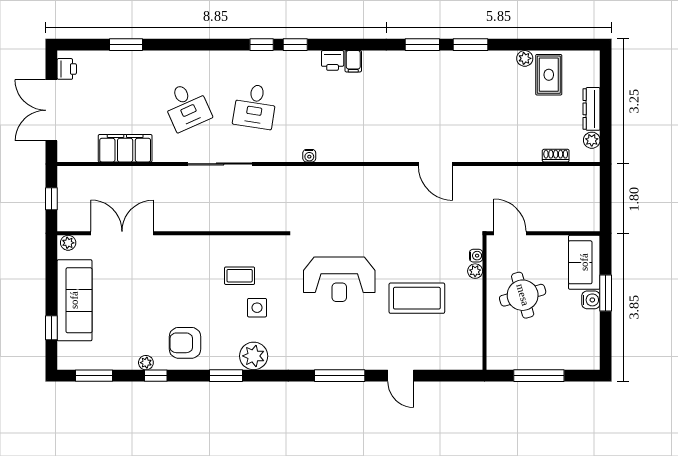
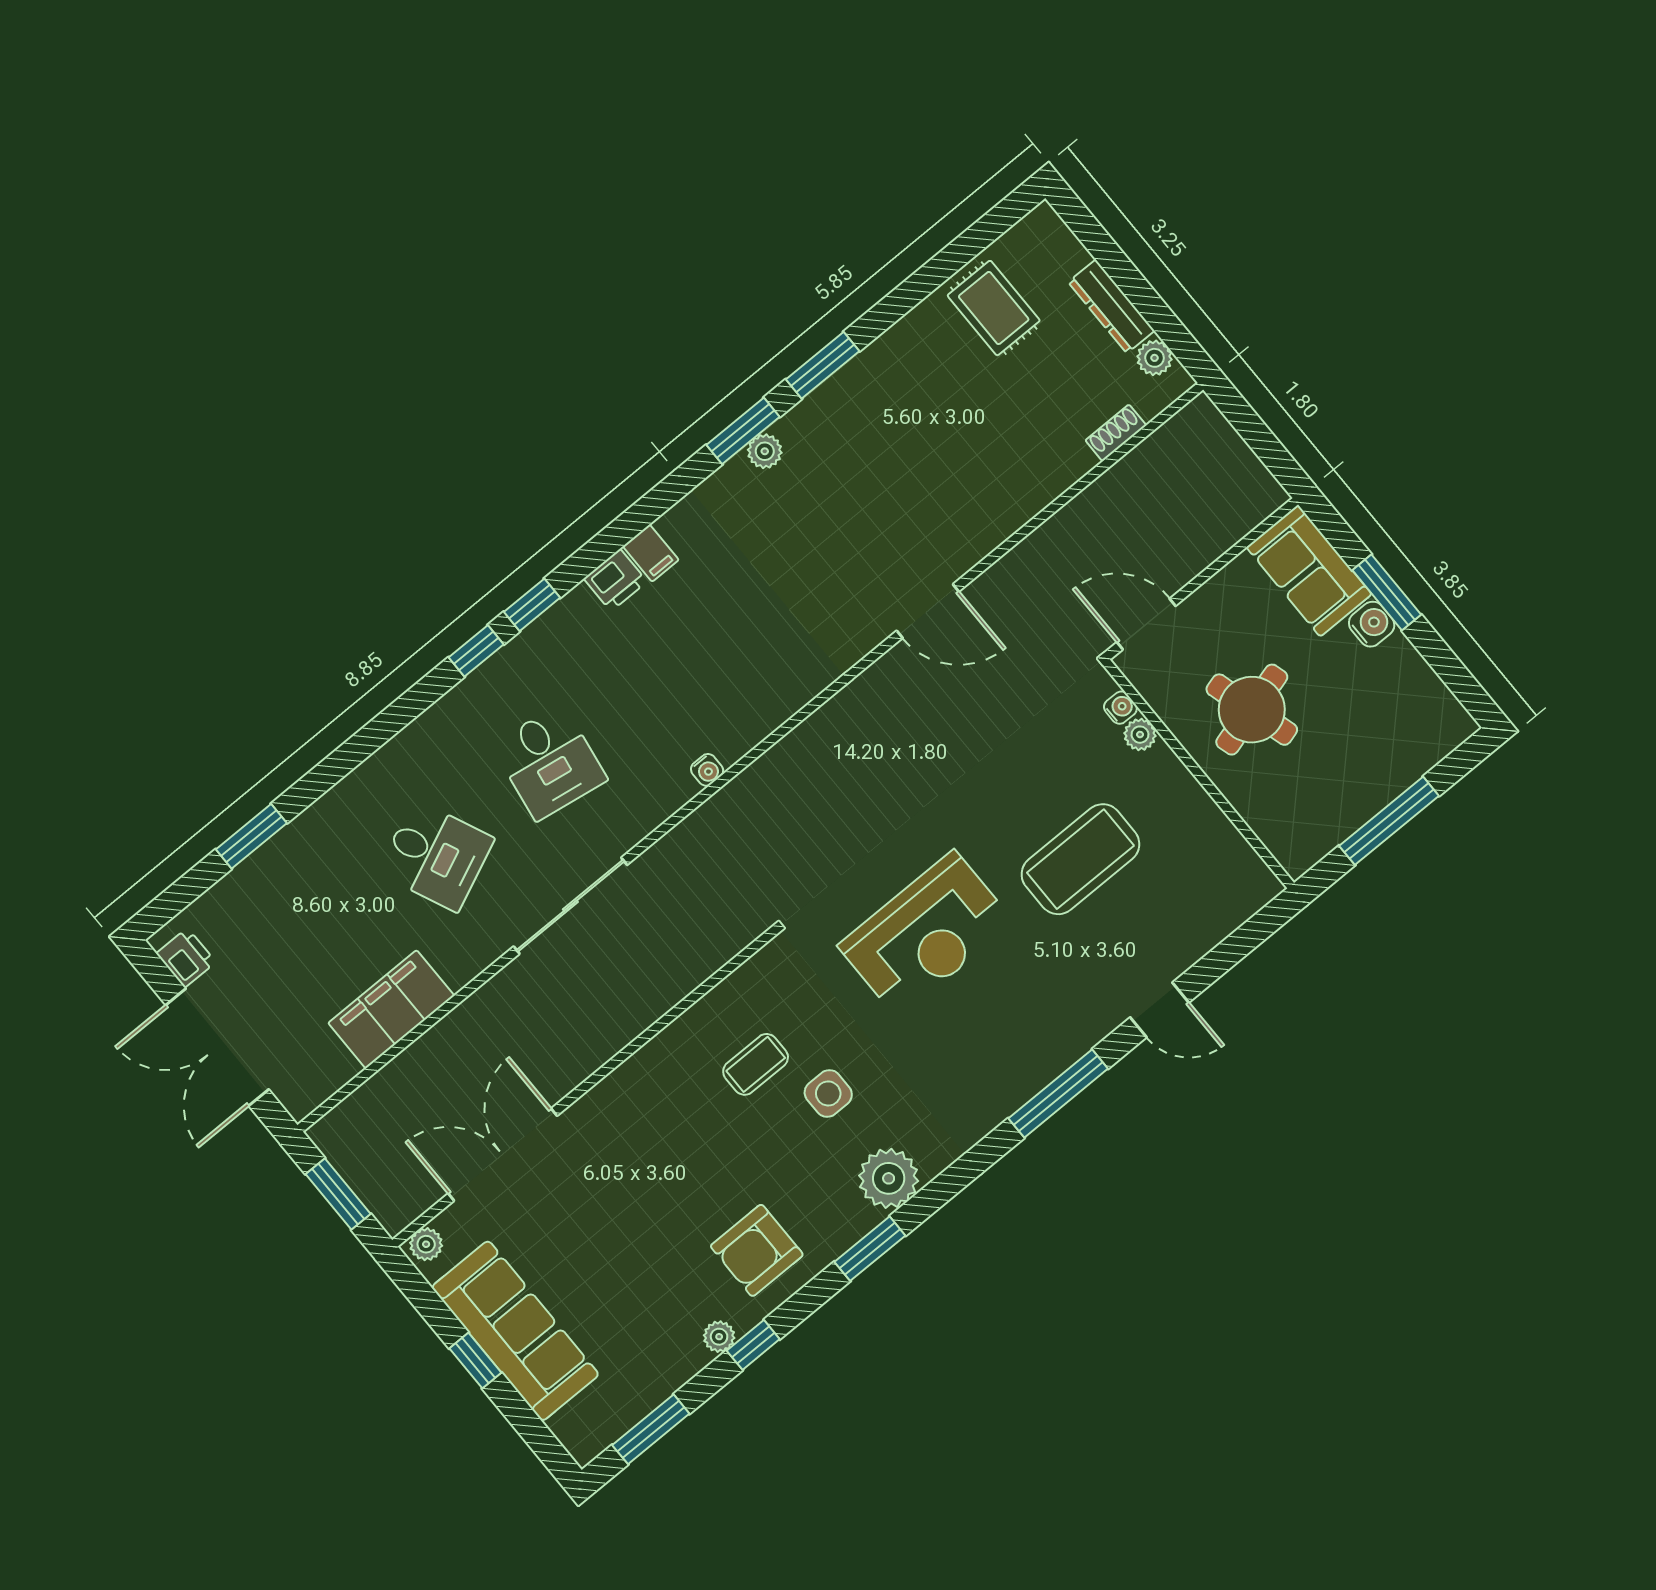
plant: (525, 58) -> (765, 451), moved
window: (51, 199) -> (338, 1194), width x1.50
window: (51, 328) -> (475, 1360), moved

